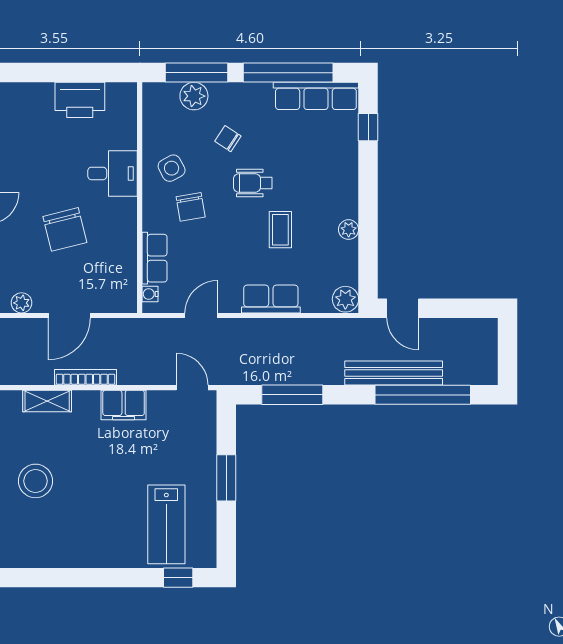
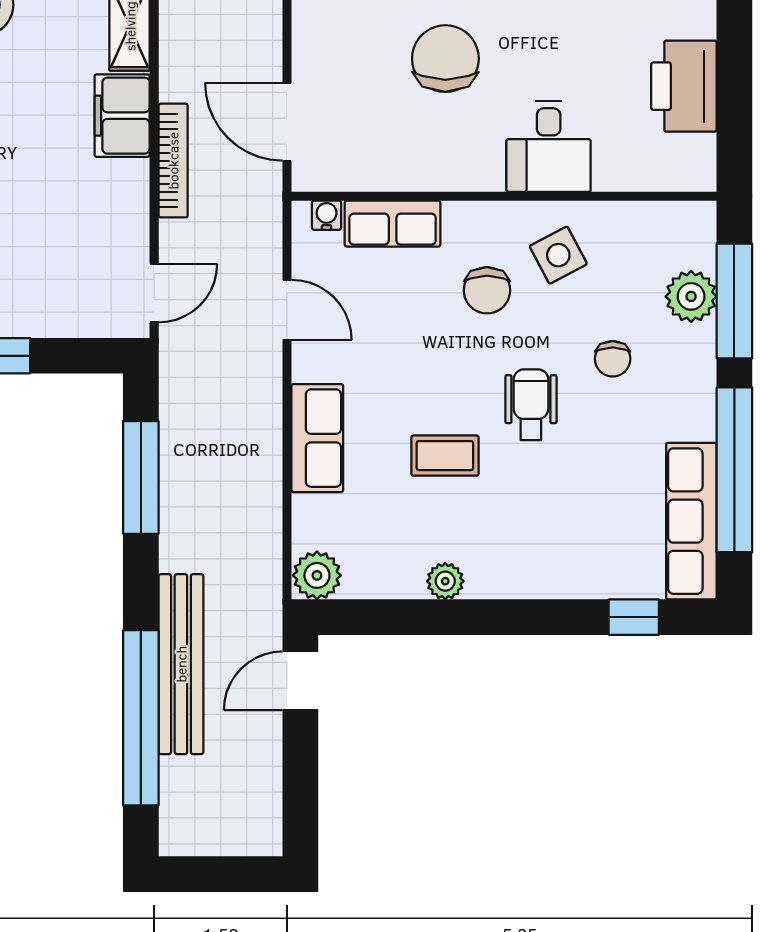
chair: (228, 139) -> (613, 359), turned 147
chair: (191, 207) -> (487, 290), turned -80
chair: (65, 229) -> (445, 59), turned 104
door: (69, 315) -> (287, 122), moved
bookcase: (85, 377) -> (173, 161), moved
filing cabinet: (124, 405) -> (122, 116), moved

